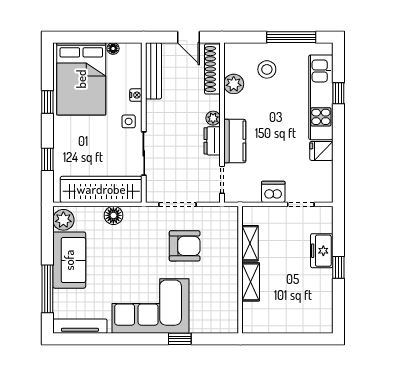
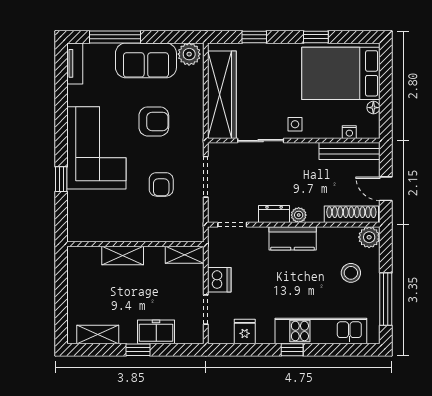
door: (189, 37) -> (386, 189), hinge flipped
plant: (234, 84) -> (369, 237), moved
window: (338, 93) -> (292, 350), moved
nightstand: (136, 95) -> (349, 132), moved
kitchen counter: (235, 141) -> (293, 238), moved
fridge: (321, 151) -> (245, 332), moved
floor lamp: (113, 215) -> (194, 108), removed
shelving: (250, 243) -> (185, 255), moved
armchair: (185, 246) -> (161, 184), width x0.72, depth x0.72
armchair: (126, 253) -> (154, 121), added
shelving: (324, 305) -> (98, 334), added
tv unit: (80, 326) -> (75, 63), width x0.71

